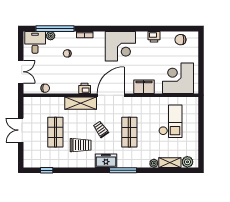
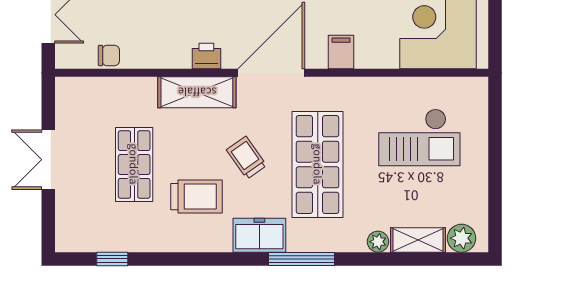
filing cabinet: (144, 87) -> (341, 52), width x0.50
checkout: (170, 121) -> (419, 137), turned 90
shop shelf: (129, 132) -> (318, 164), width x1.43, depth x1.36

